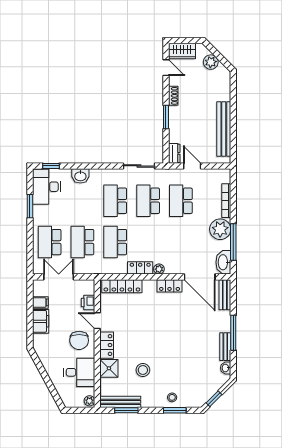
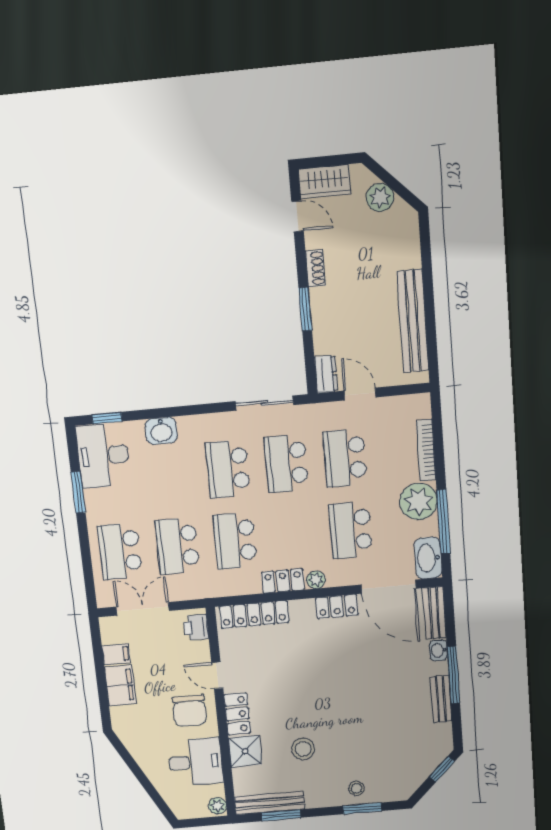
school desk: (181, 242) -> (351, 530), added
printer: (88, 303) -> (196, 627), moved
washbasin: (226, 368) -> (438, 650), moved
window: (214, 399) -> (442, 769), moved

